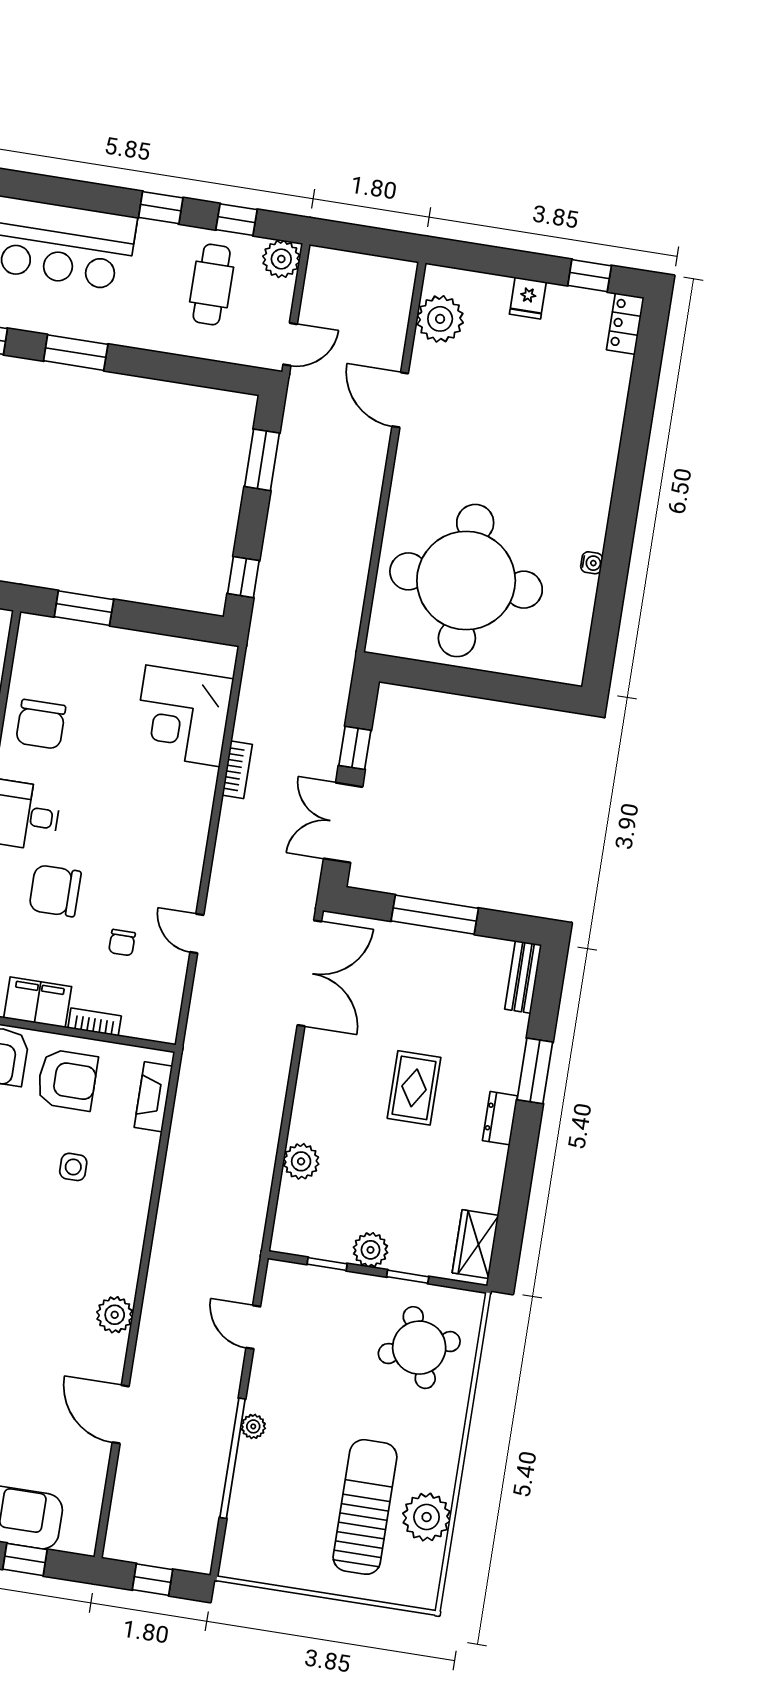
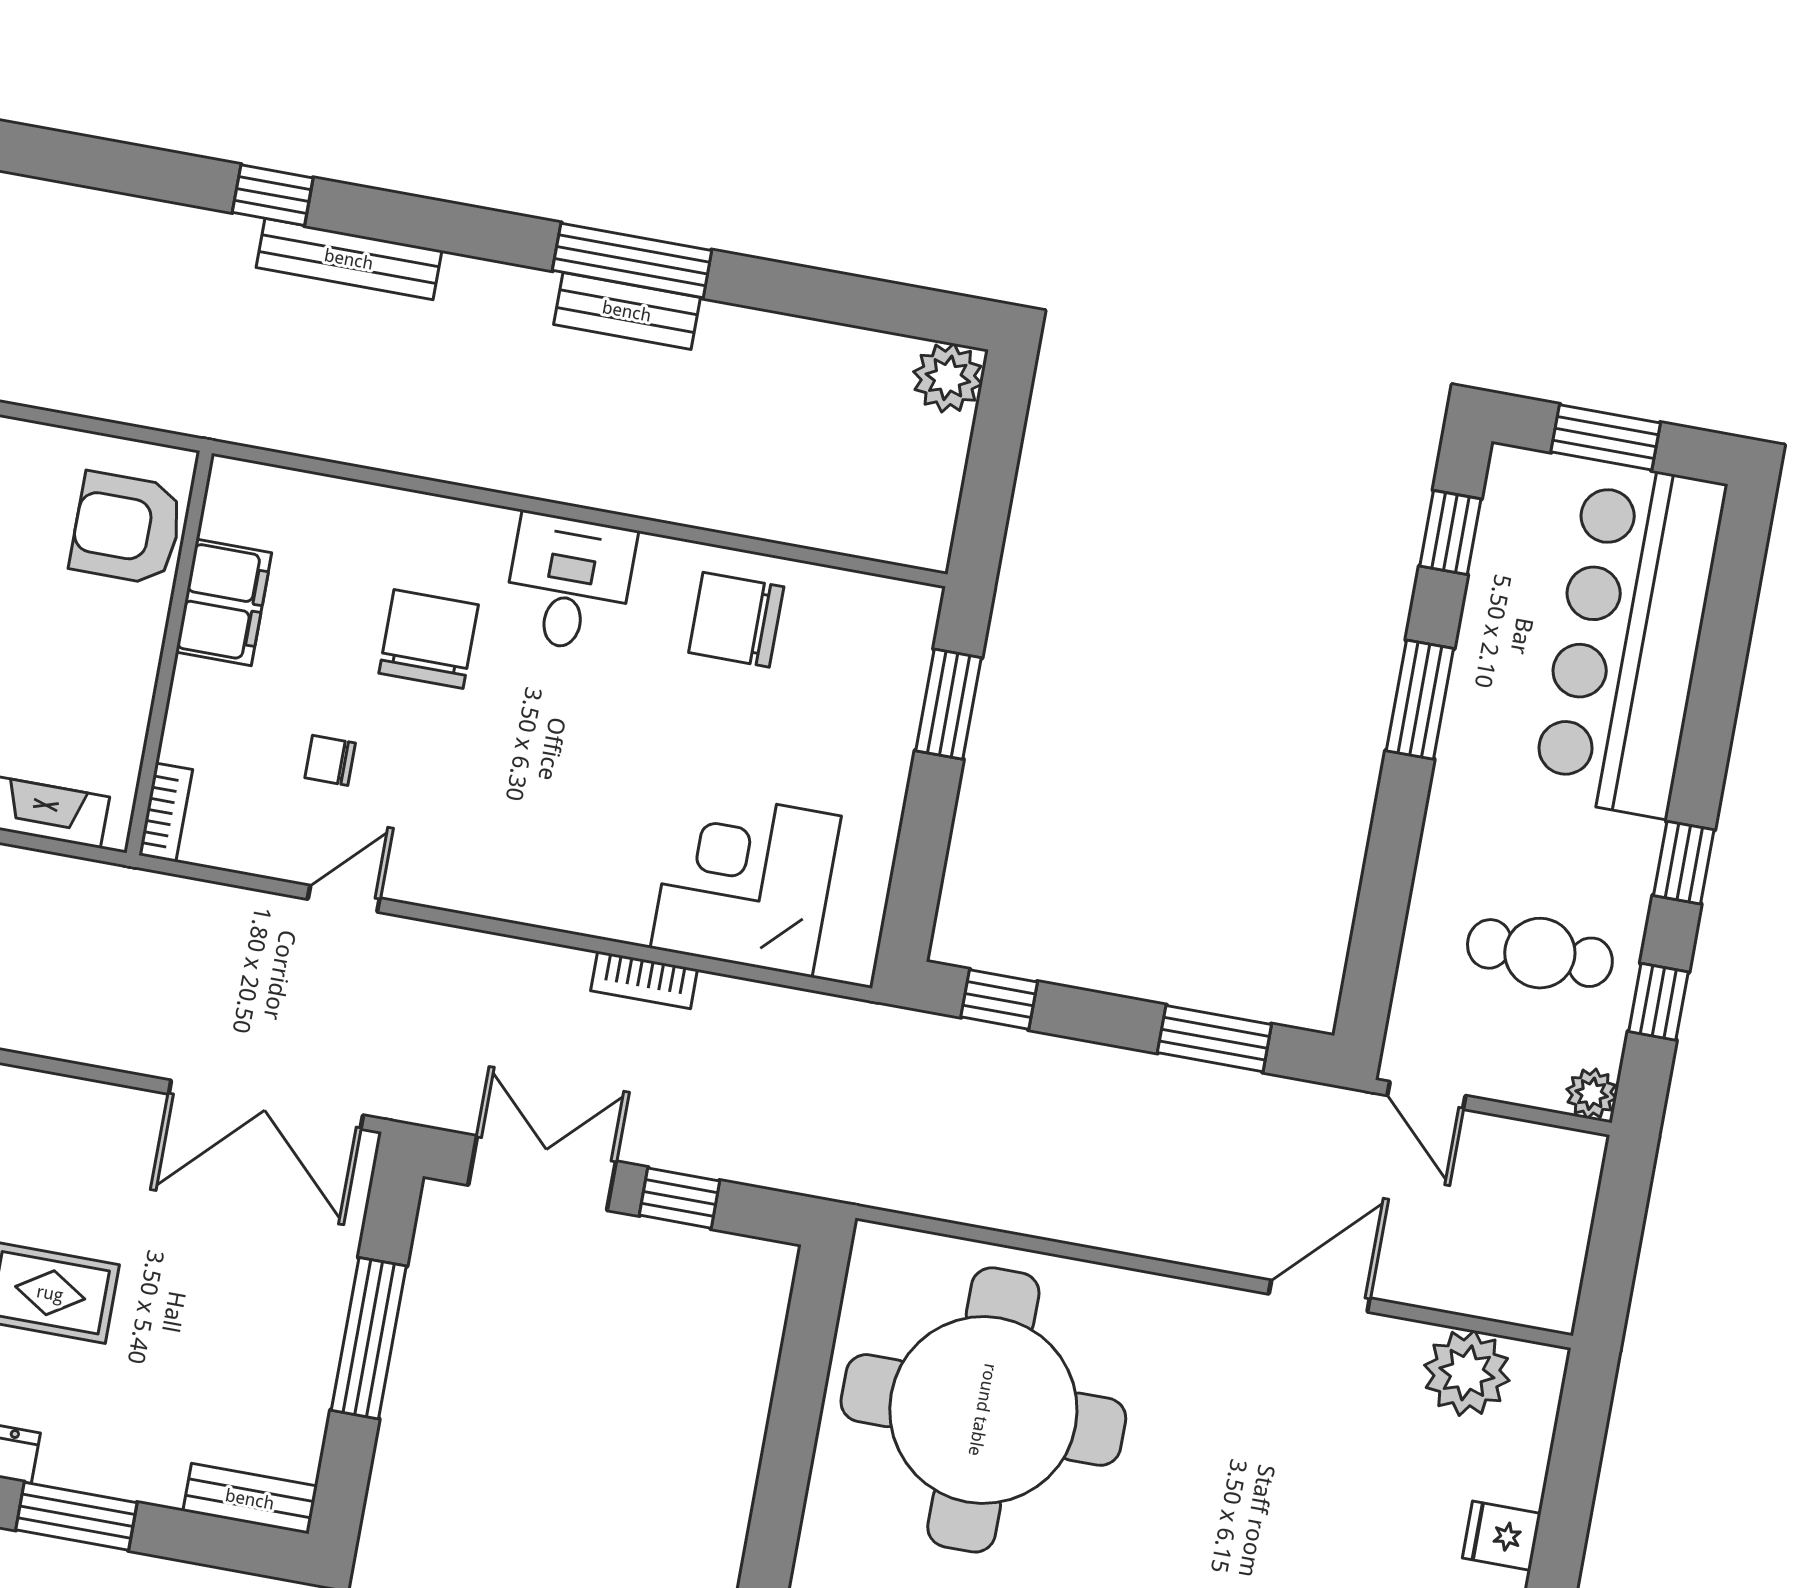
plant: (281, 259) -> (1592, 1094), width x0.73, depth x0.73
bookcase: (95, 1022) -> (166, 812), moved
armchair: (67, 1080) -> (79, 653), removed

